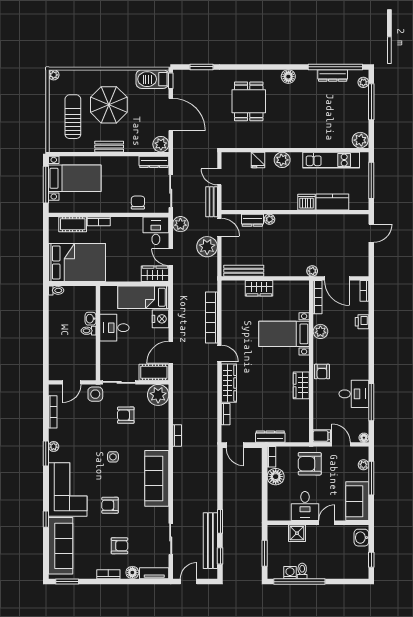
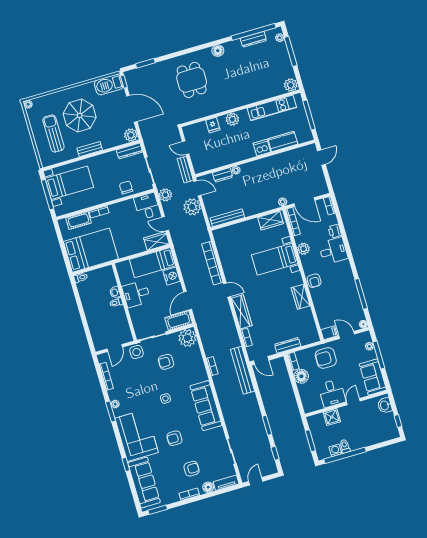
wardrobe: (259, 288) -> (270, 221), moved
desk: (354, 394) -> (333, 251), moved
bench: (210, 541) -> (242, 370), moved

